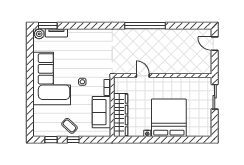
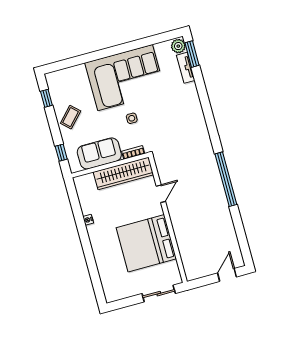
wardrobe: (121, 115) -> (123, 173), moved
bed: (169, 118) -> (146, 243), moved, turned 180
window: (73, 140) -> (61, 153), moved

